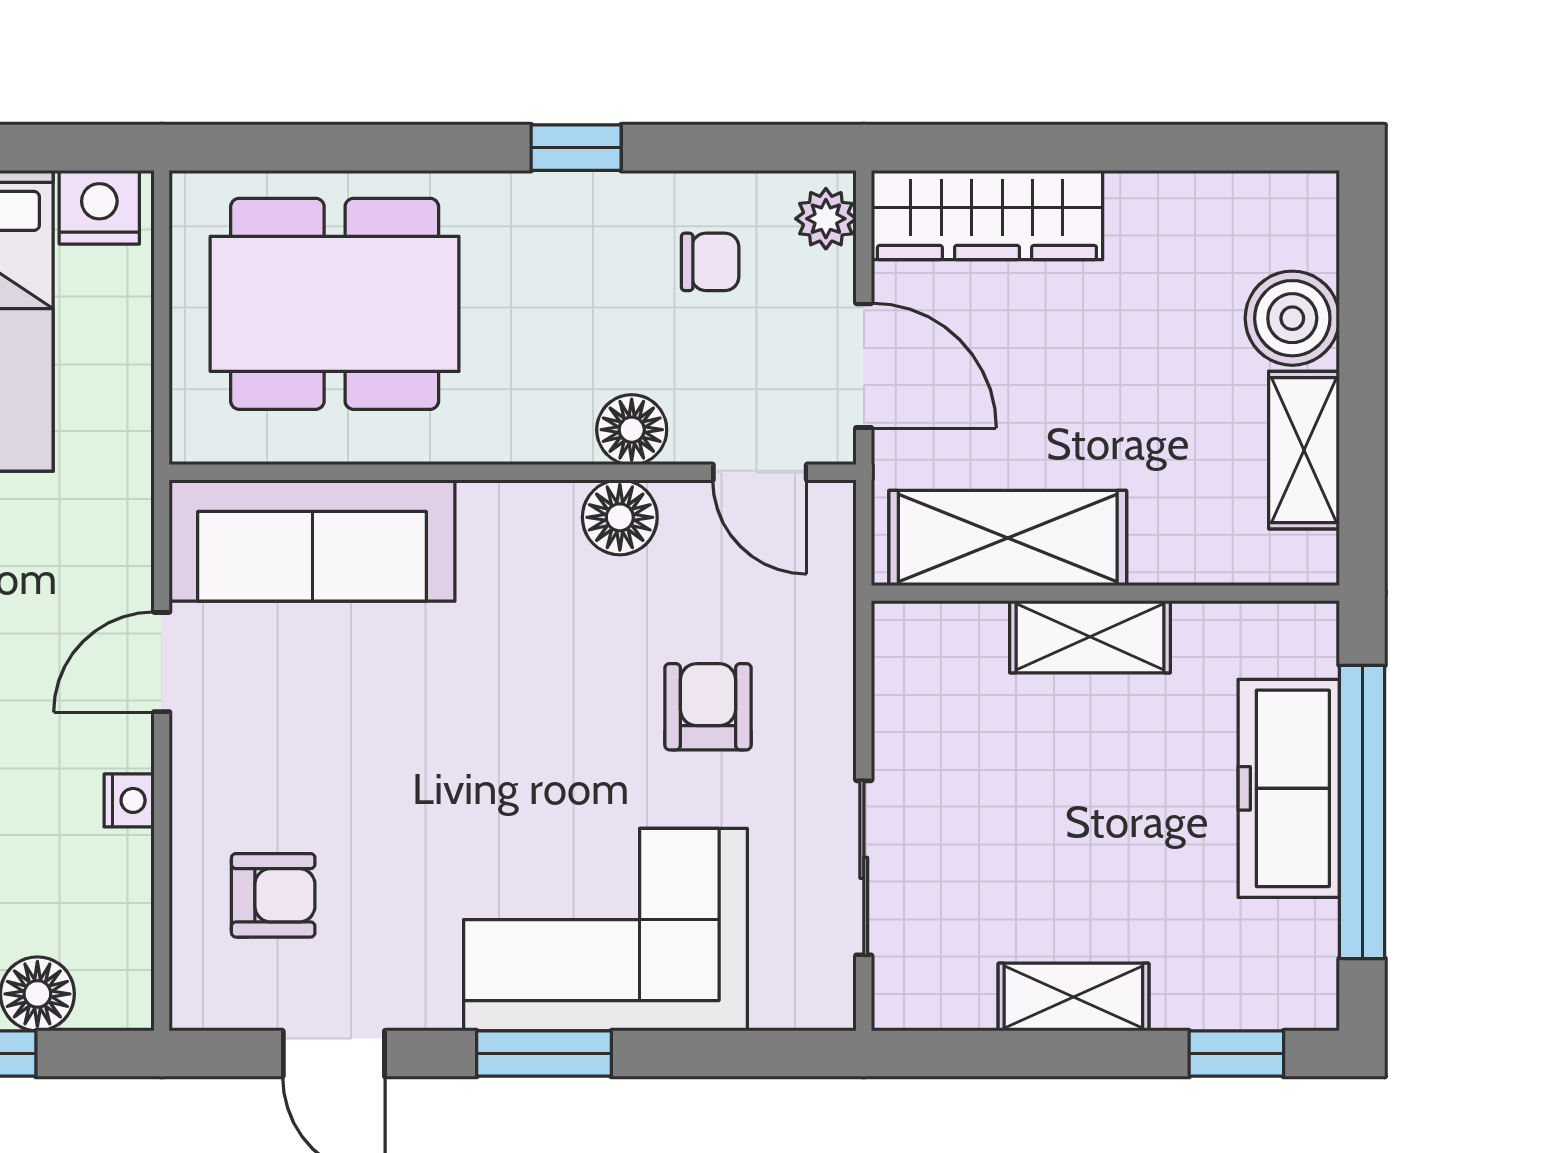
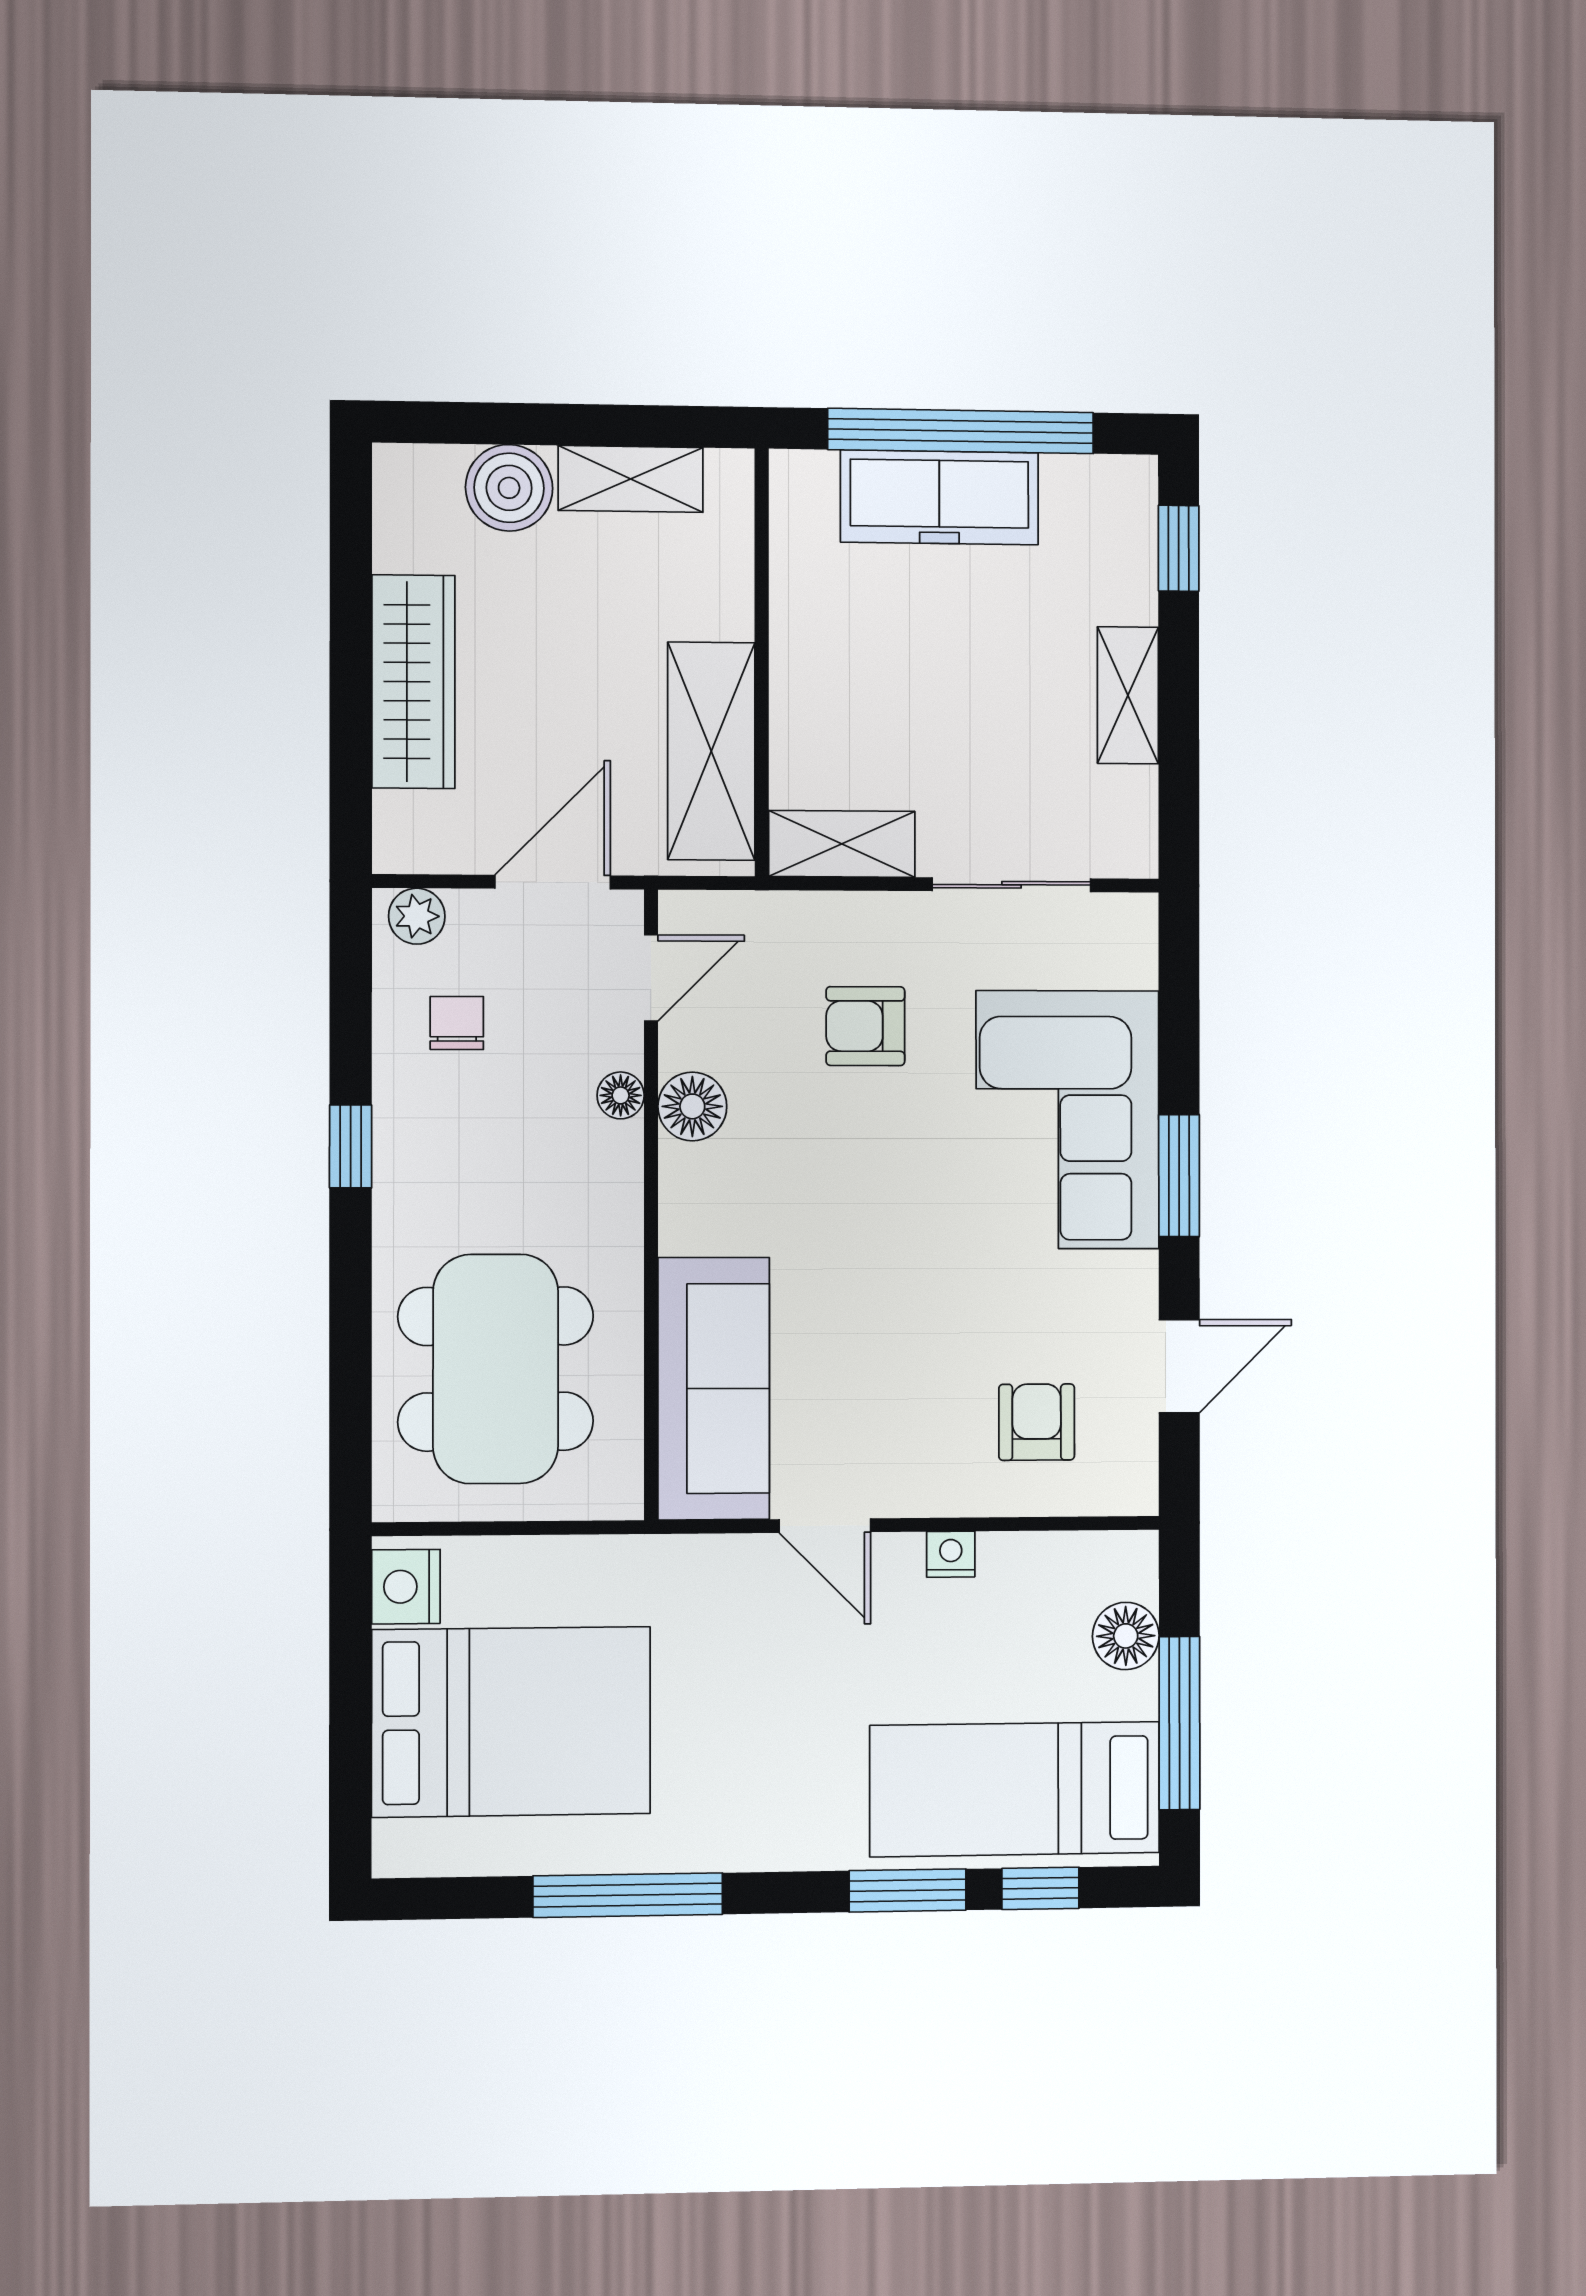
wardrobe: (987, 215) -> (413, 682), moved
floor lamp: (632, 430) -> (621, 1095), width x0.73, depth x0.73
shelving: (1090, 637) -> (842, 844), moved, turned 90

